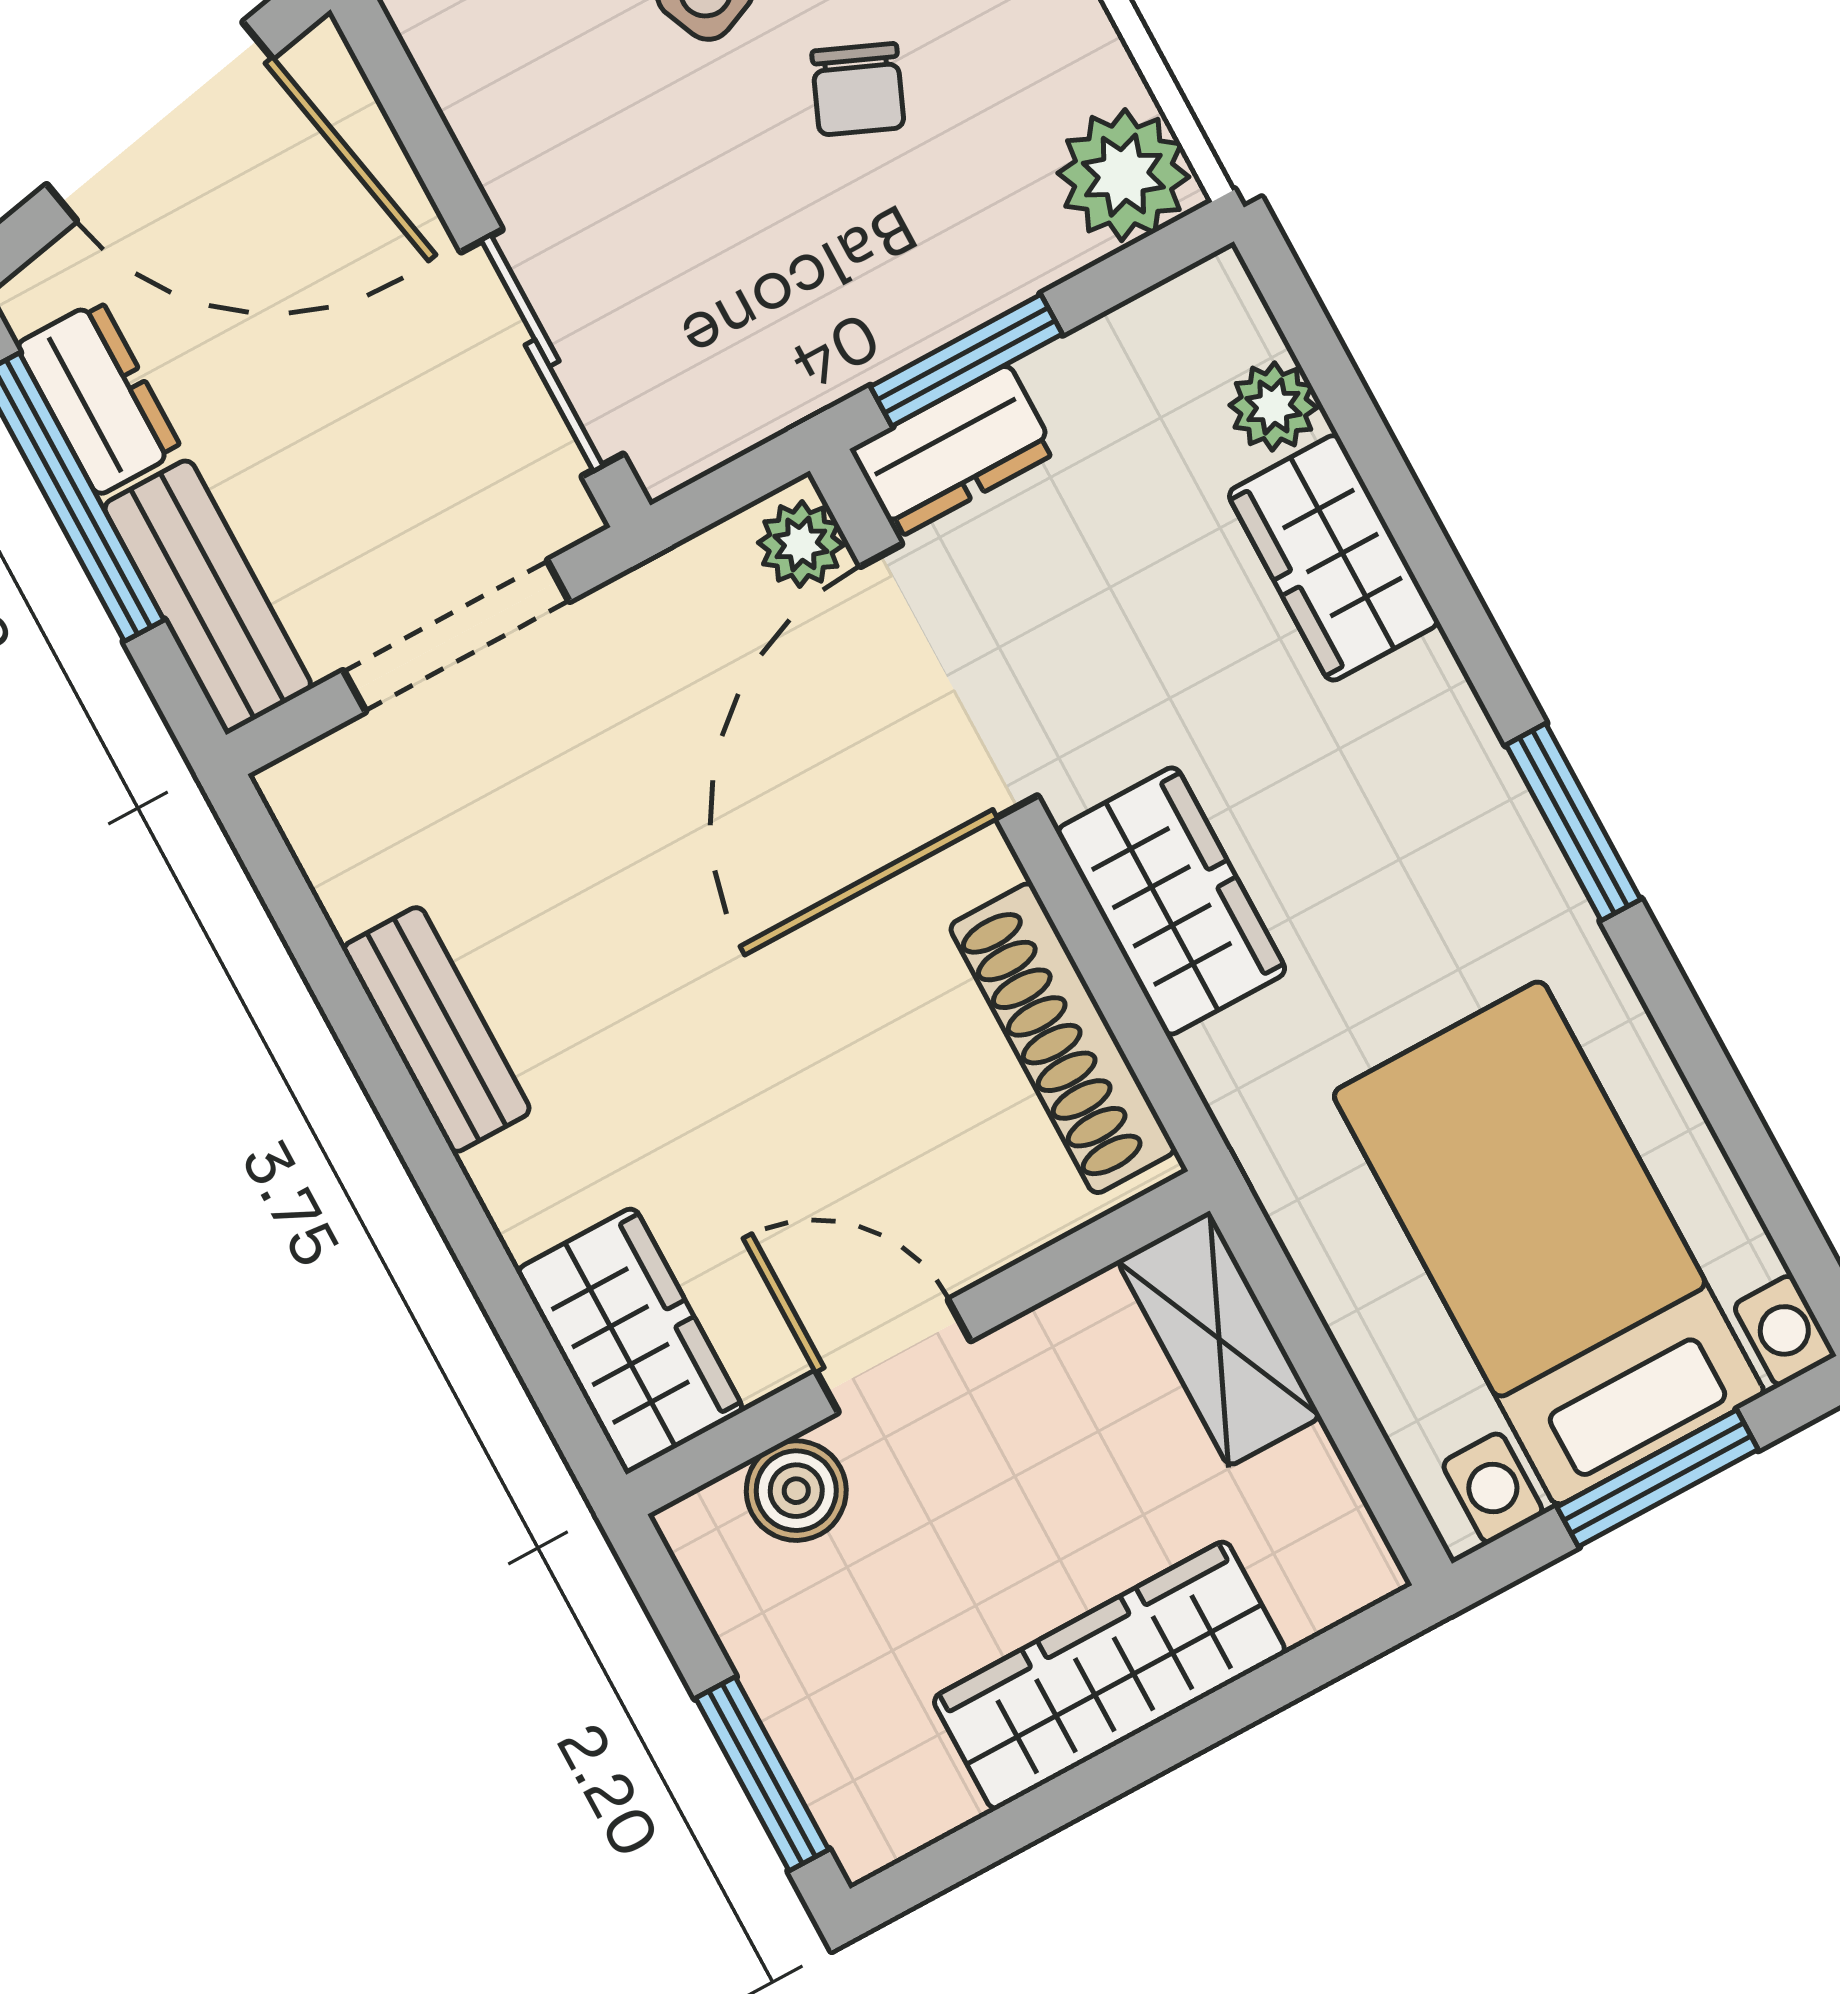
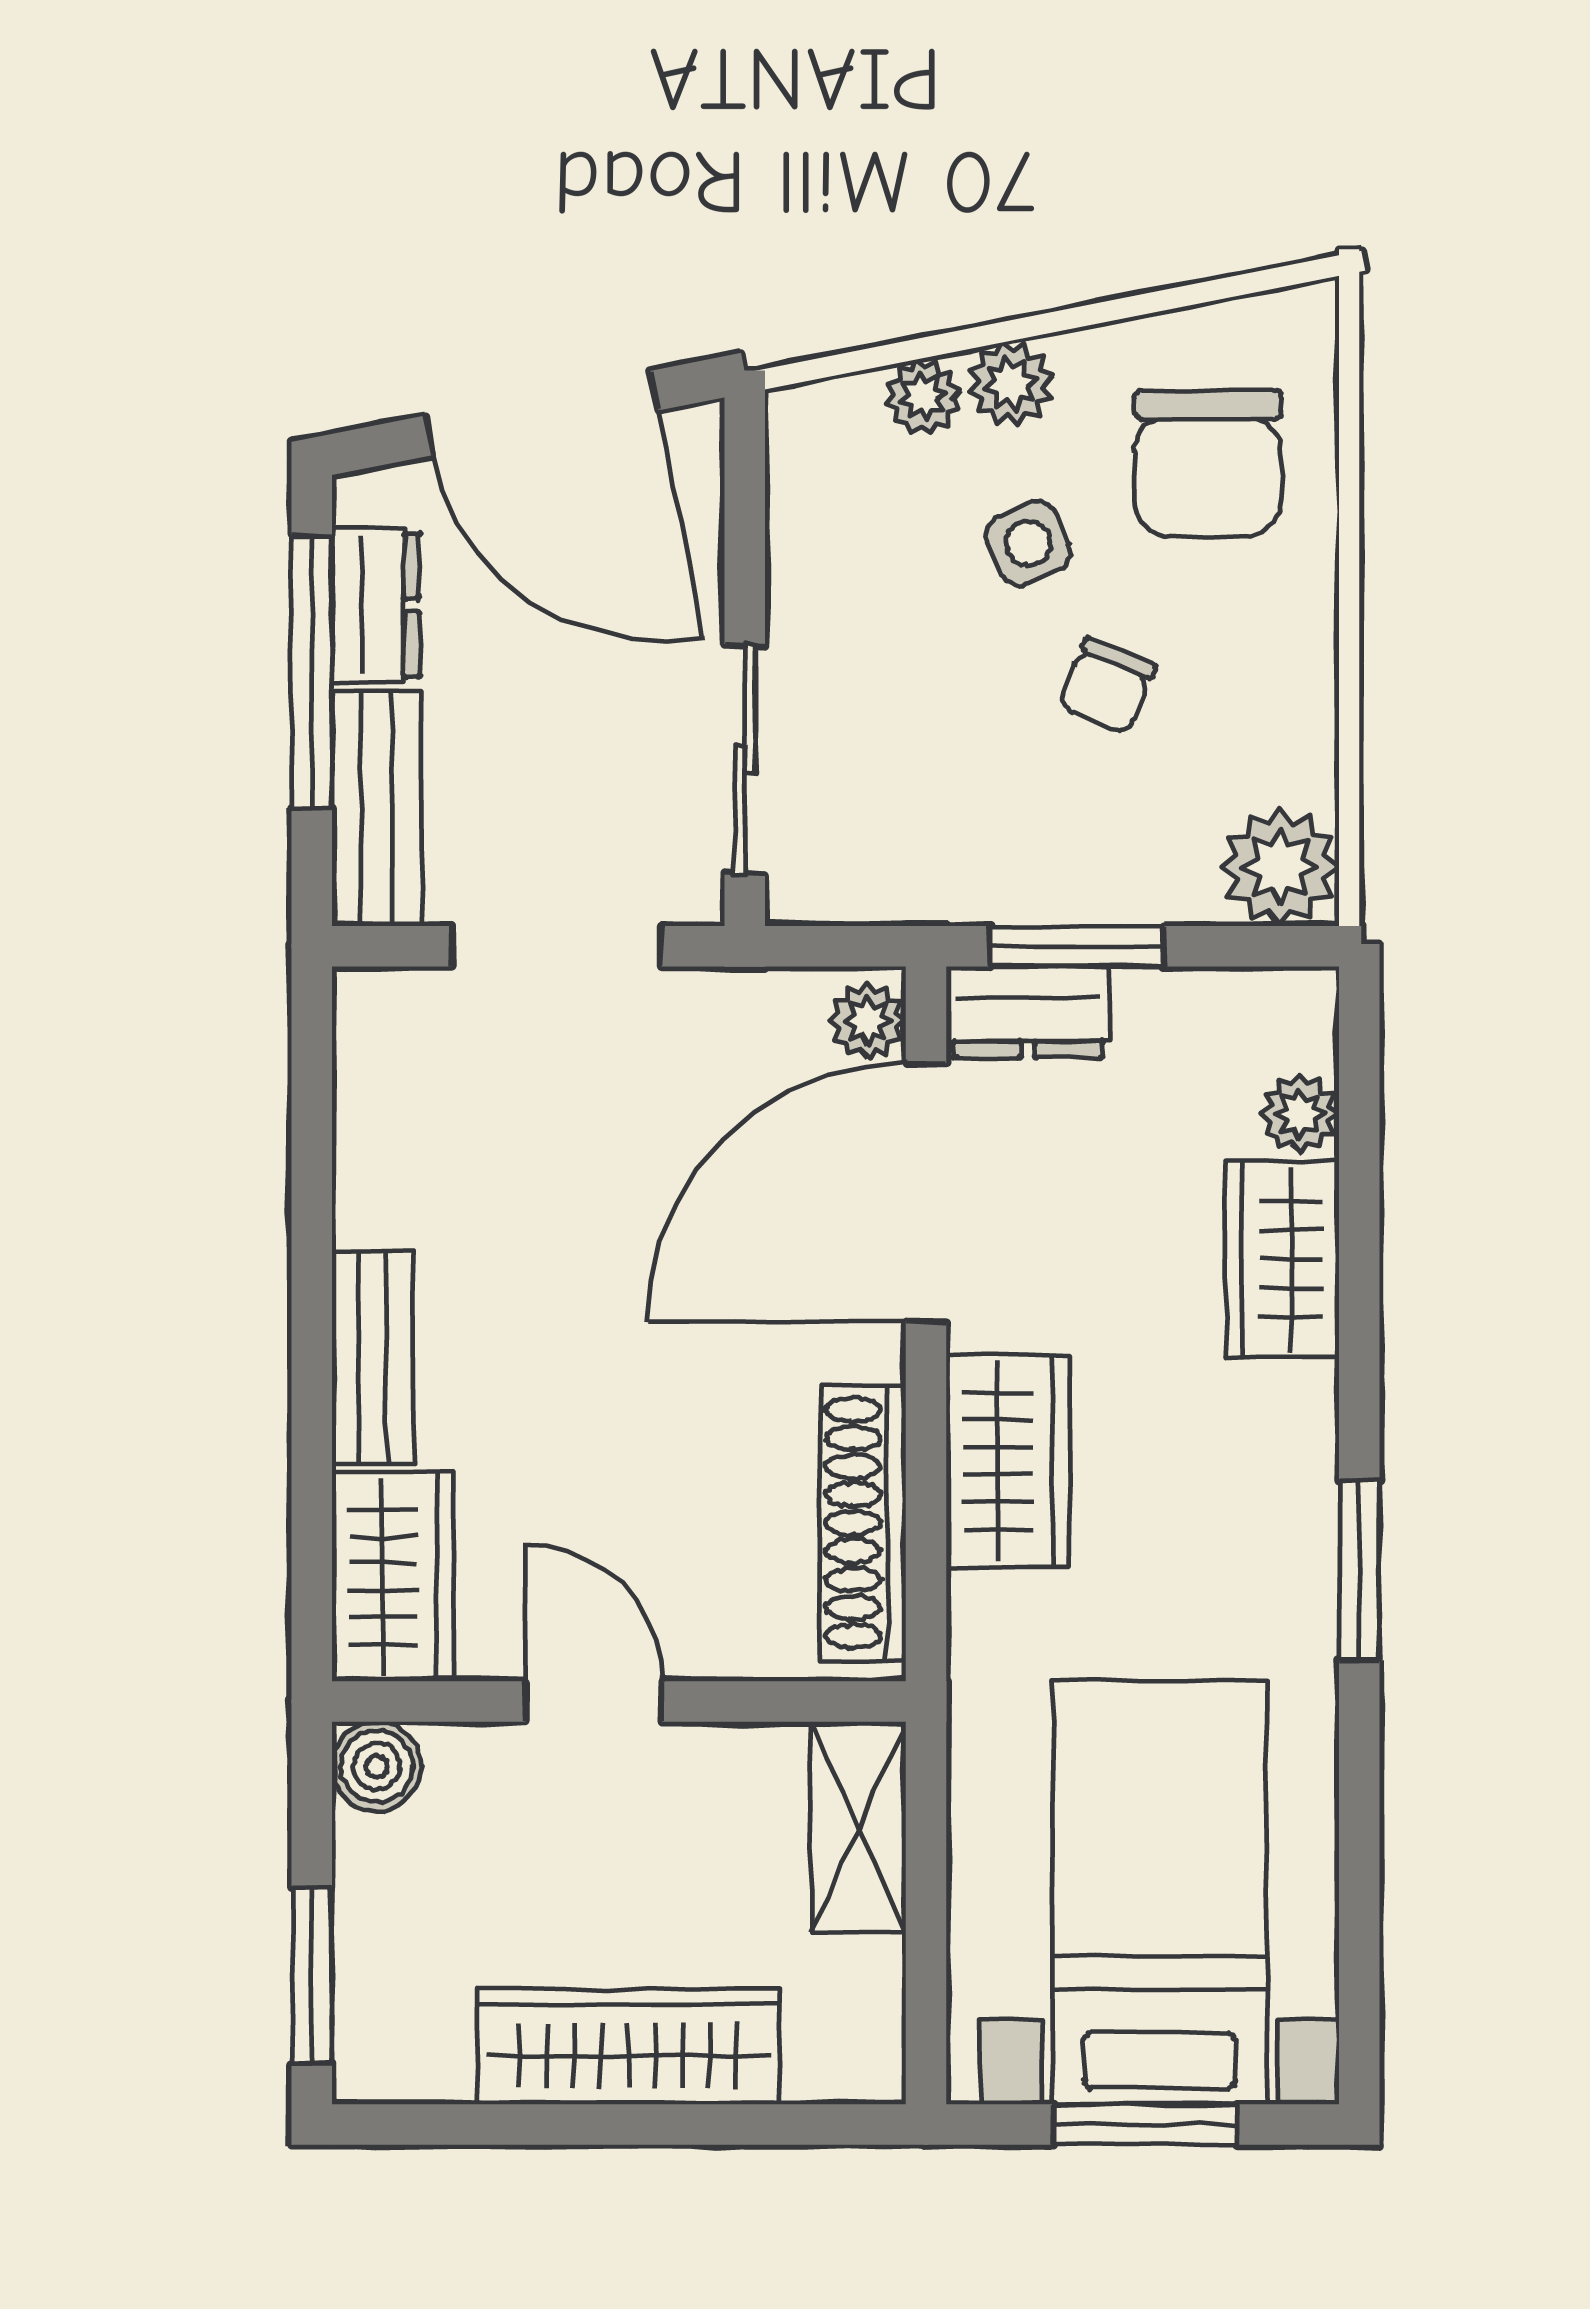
bench: (437, 1030) -> (372, 1358), moved
boiler: (796, 1491) -> (377, 1766), moved

